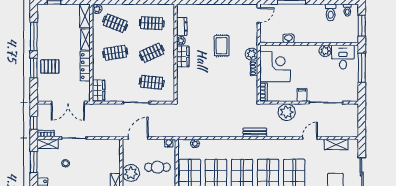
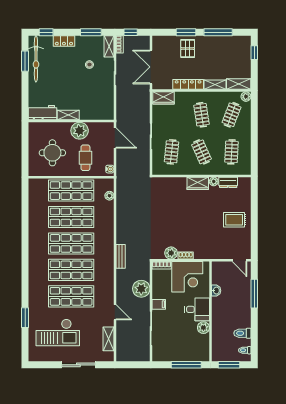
rug: (222, 46) -> (234, 220), moved
plant: (251, 54) -> (171, 253), moved
desk: (343, 57) -> (197, 309), moved

